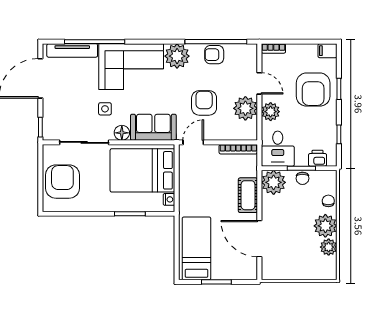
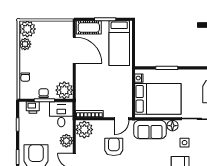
armchair: (204, 103) -> (114, 147), turned 180
plant: (245, 108) -> (84, 130), moved
cot: (248, 195) -> (89, 27), moved, turned 90
plant: (325, 226) -> (27, 29), moved

